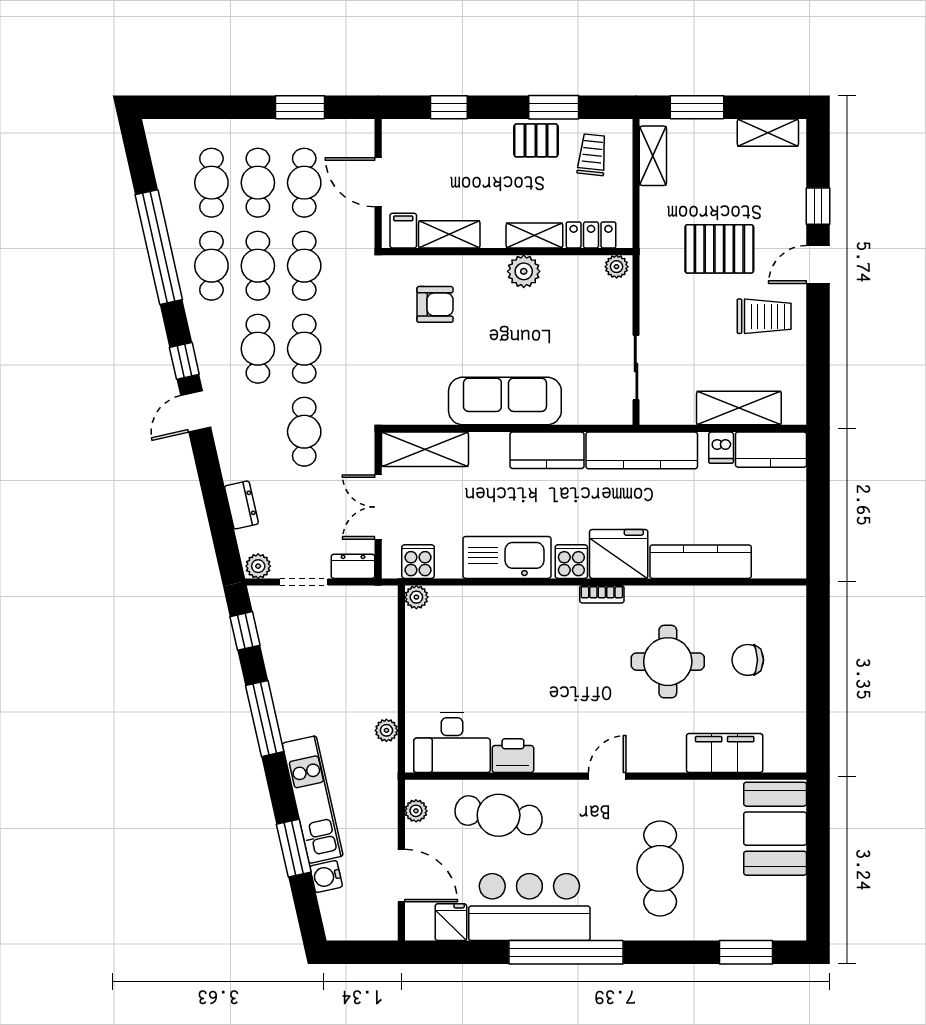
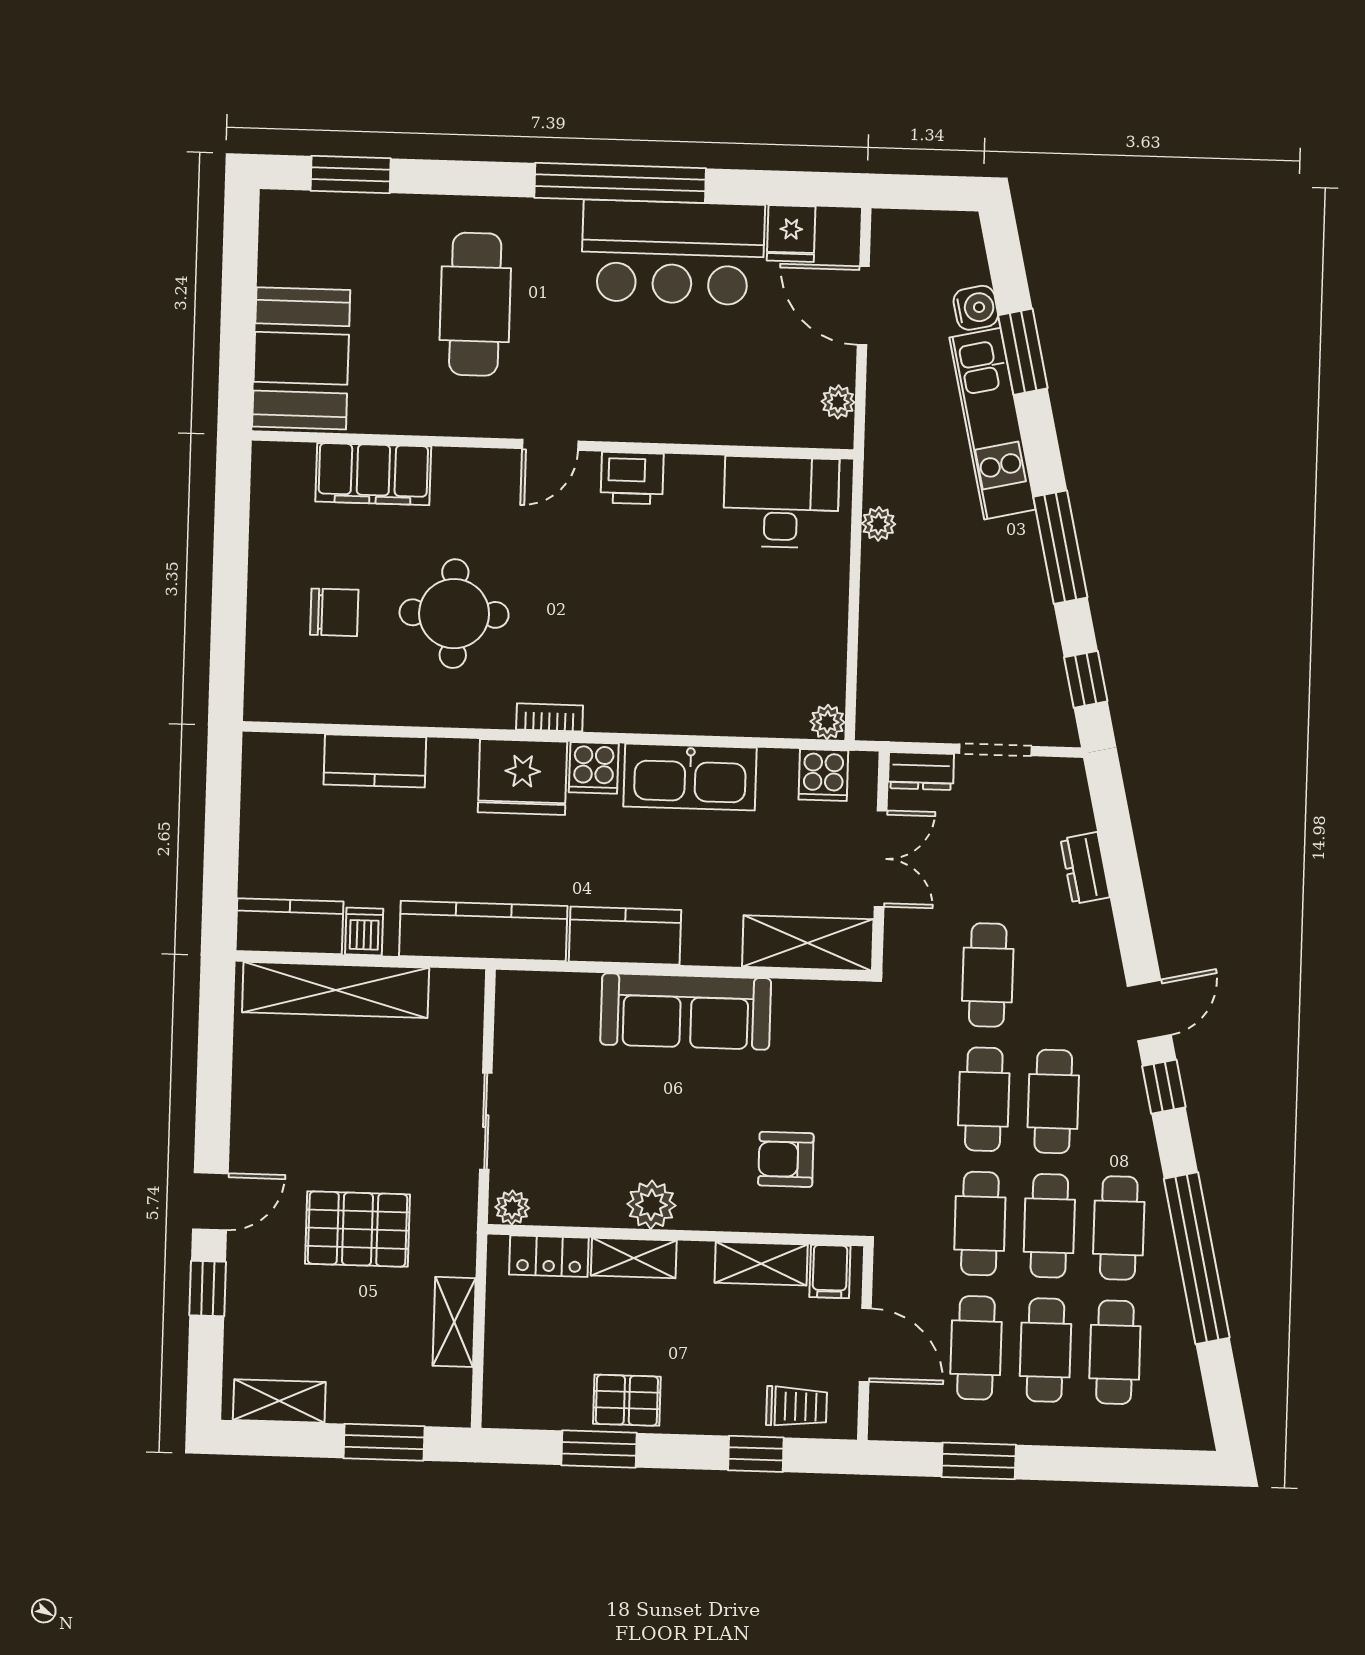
trolley: (592, 155) -> (797, 1406), moved, turned -96
shelving: (653, 156) -> (454, 1322), moved
trolley: (764, 316) -> (294, 1126), removed
sliding door: (636, 368) -> (486, 1121), moved
shelving: (739, 408) -> (336, 990), width x1.47
kitchen counter: (701, 562) -> (375, 761), width x0.67
plant: (258, 566) -> (1063, 776), removed
printer: (513, 756) -> (632, 478), moved
cafe table: (499, 815) -> (715, 391), removed

